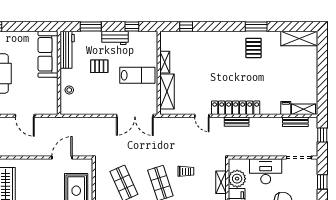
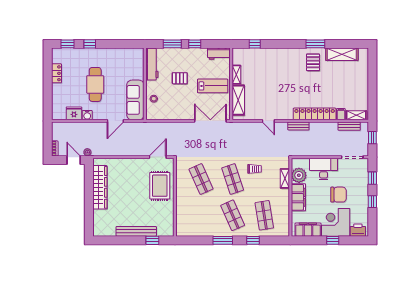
window: (132, 26) -> (195, 44), moved
workbench: (115, 38) -> (219, 54), moved
shelving: (299, 39) -> (342, 54), moved
sofa: (48, 54) -> (135, 100), moved
locker: (236, 108) -> (315, 114), moved
door: (25, 116) -> (115, 121), hinge flipped
double door: (135, 116) -> (210, 121), swing flipped
door: (62, 158) -> (158, 157), moved

